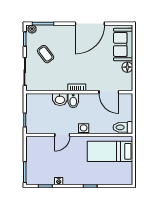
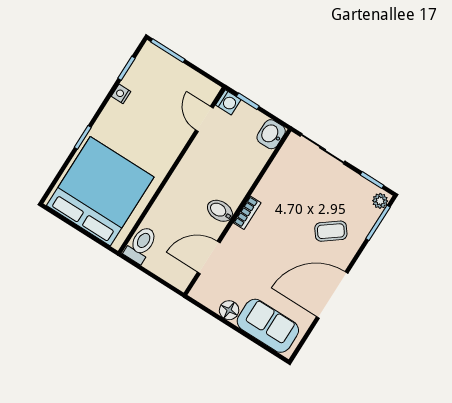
door: (90, 24) -> (332, 295), hinge flipped
coffee table: (46, 54) -> (331, 231), moved
washbasin: (60, 99) -> (271, 134), moved
bidet: (73, 101) -> (220, 211), moved
washing machine: (84, 129) -> (228, 102), moved
door: (62, 135) -> (204, 119), moved
bed: (110, 151) -> (100, 191), width x2.04

